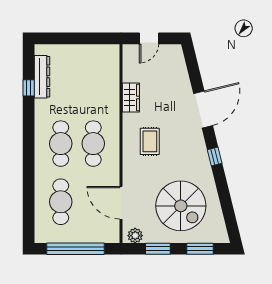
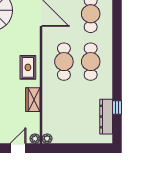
plant: (114, 50) -> (47, 139), added
plant: (128, 50) -> (35, 139), added
rug: (150, 141) -> (28, 67), moved

